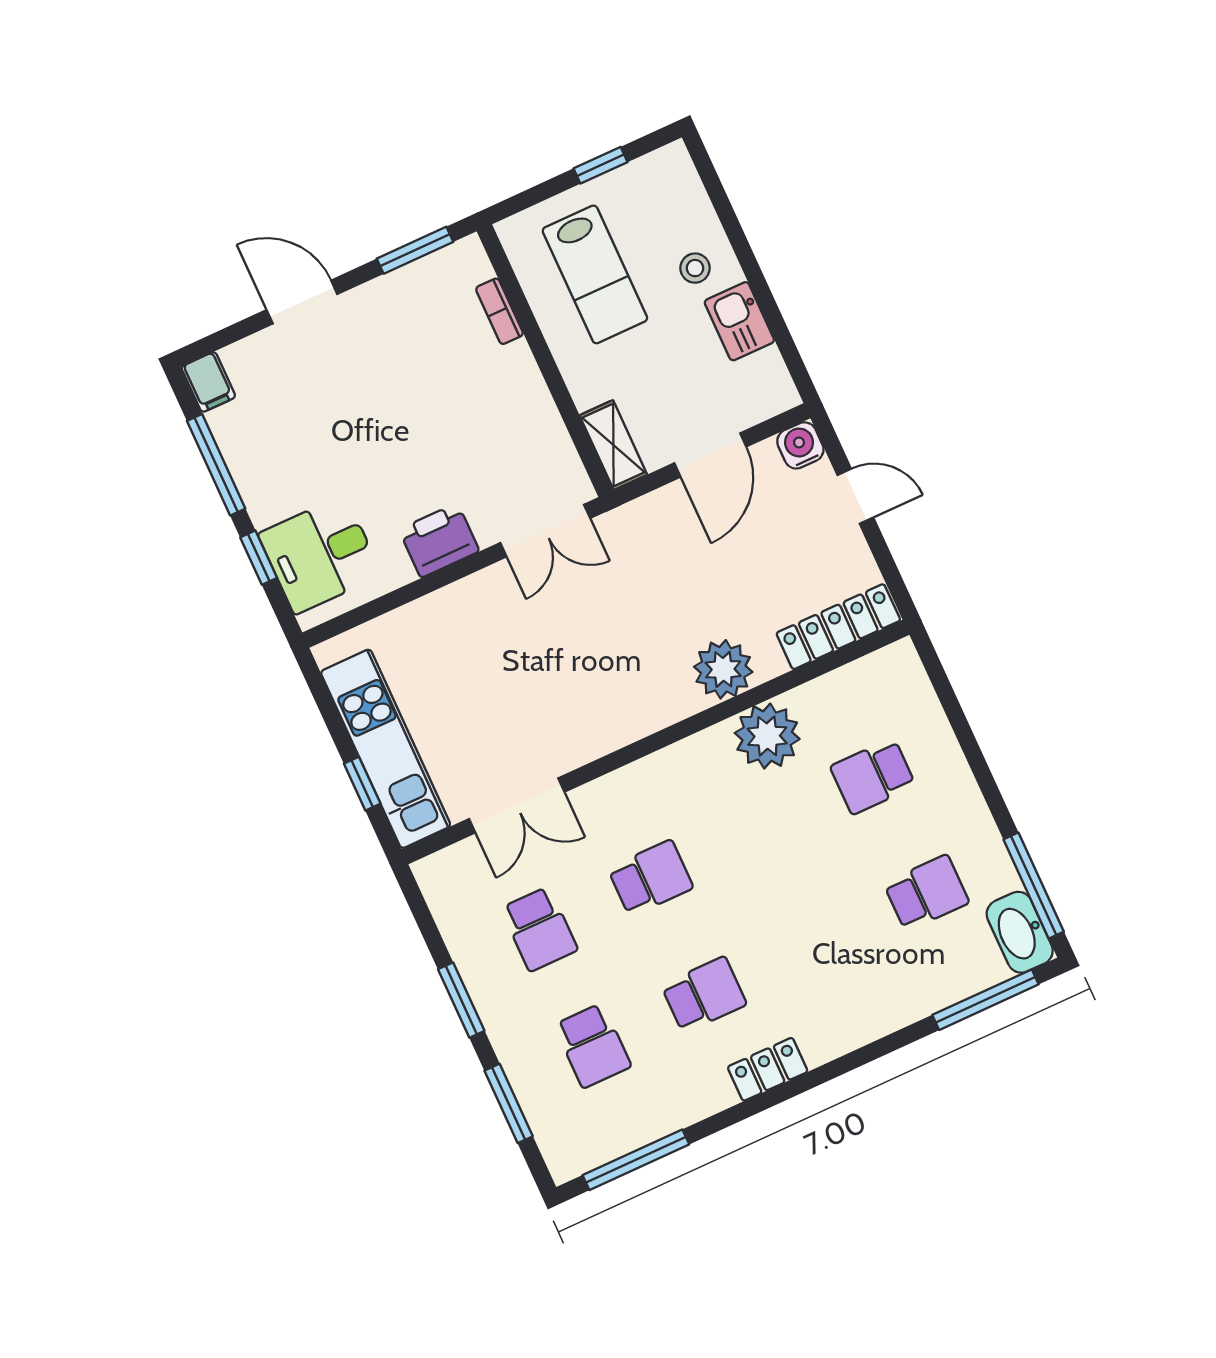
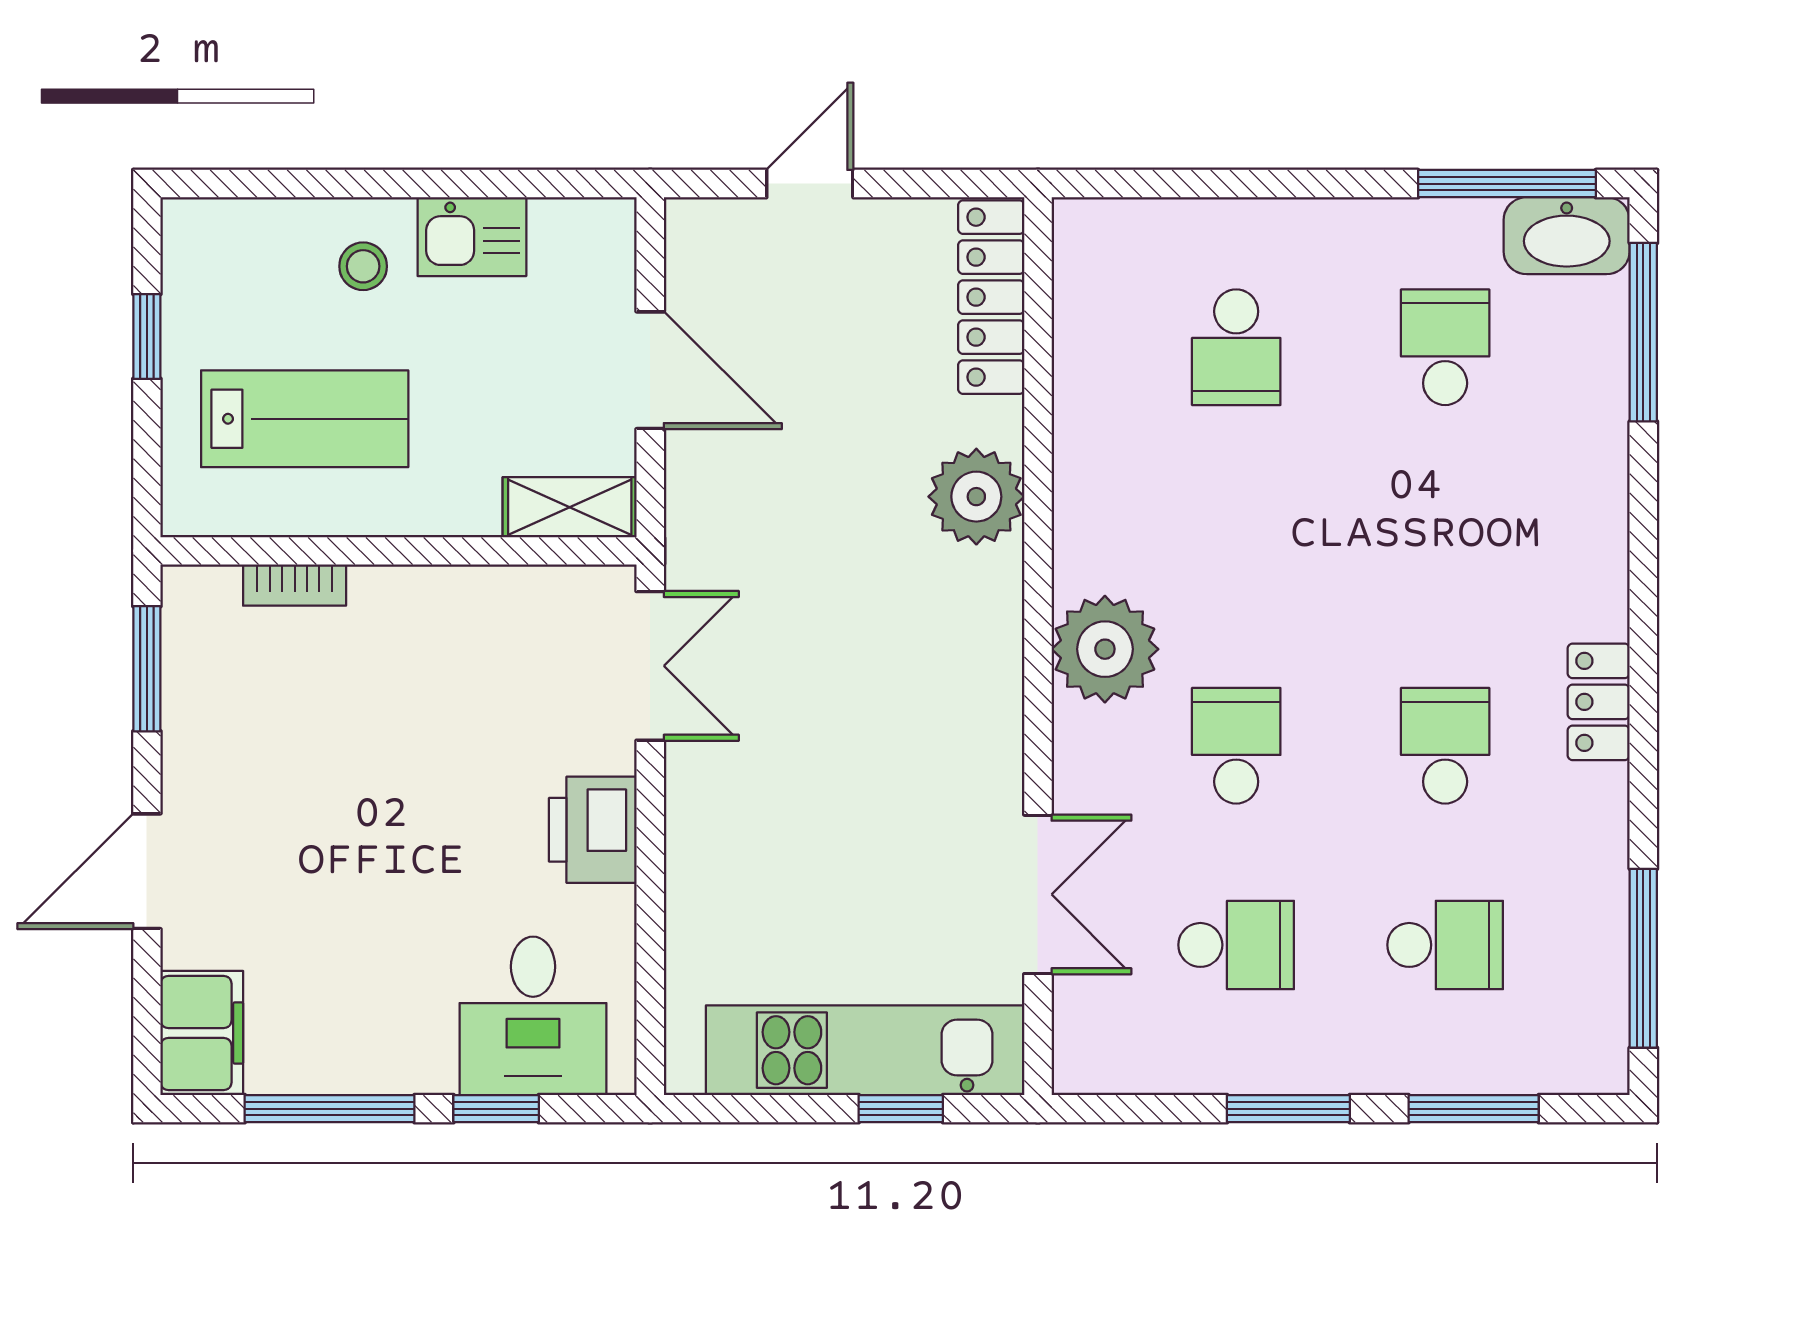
filing cabinet: (208, 382) -> (202, 1033), width x2.00
water cooler: (800, 445) -> (697, 230), removed
plant: (767, 736) -> (1105, 649), moved

